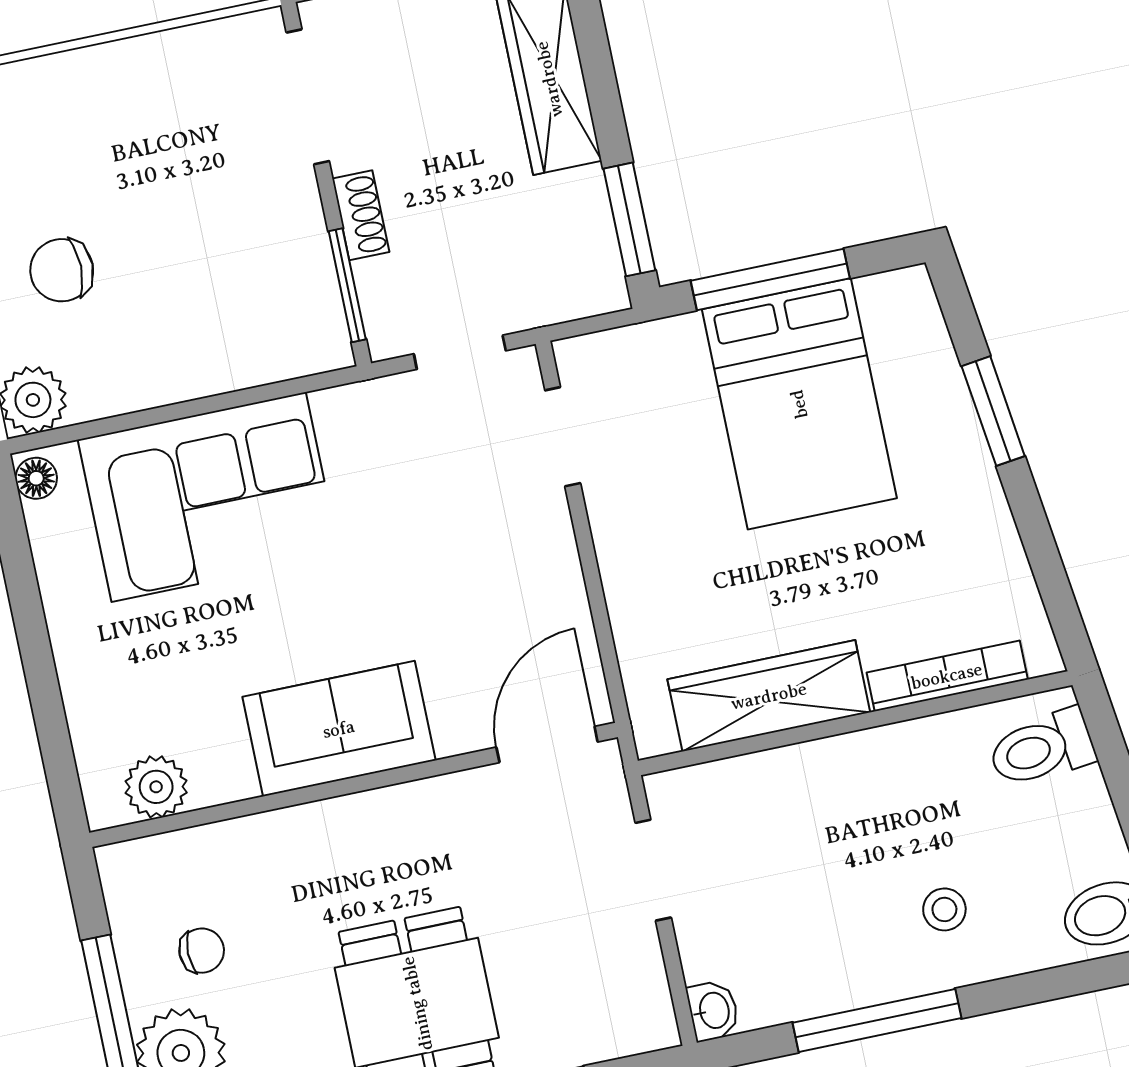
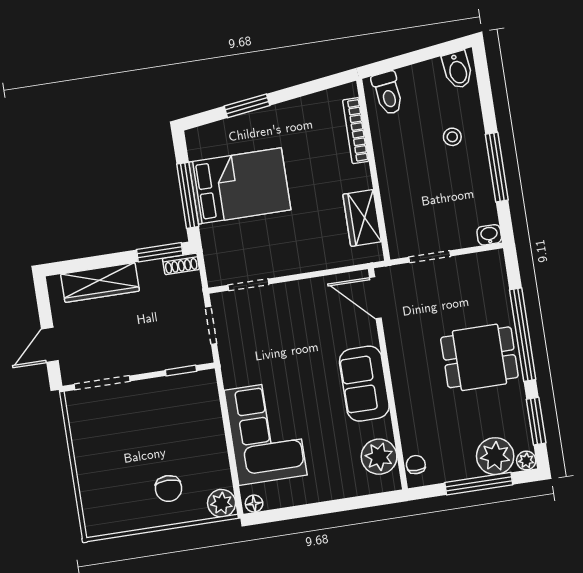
shoe rack: (361, 215) -> (181, 264), moved, turned 180
window: (347, 285) -> (181, 371), width x0.67
wardrobe: (769, 696) -> (362, 218), width x0.67
plant: (156, 787) -> (379, 457), width x1.36, depth x1.36
chair: (202, 951) -> (416, 465), moved

